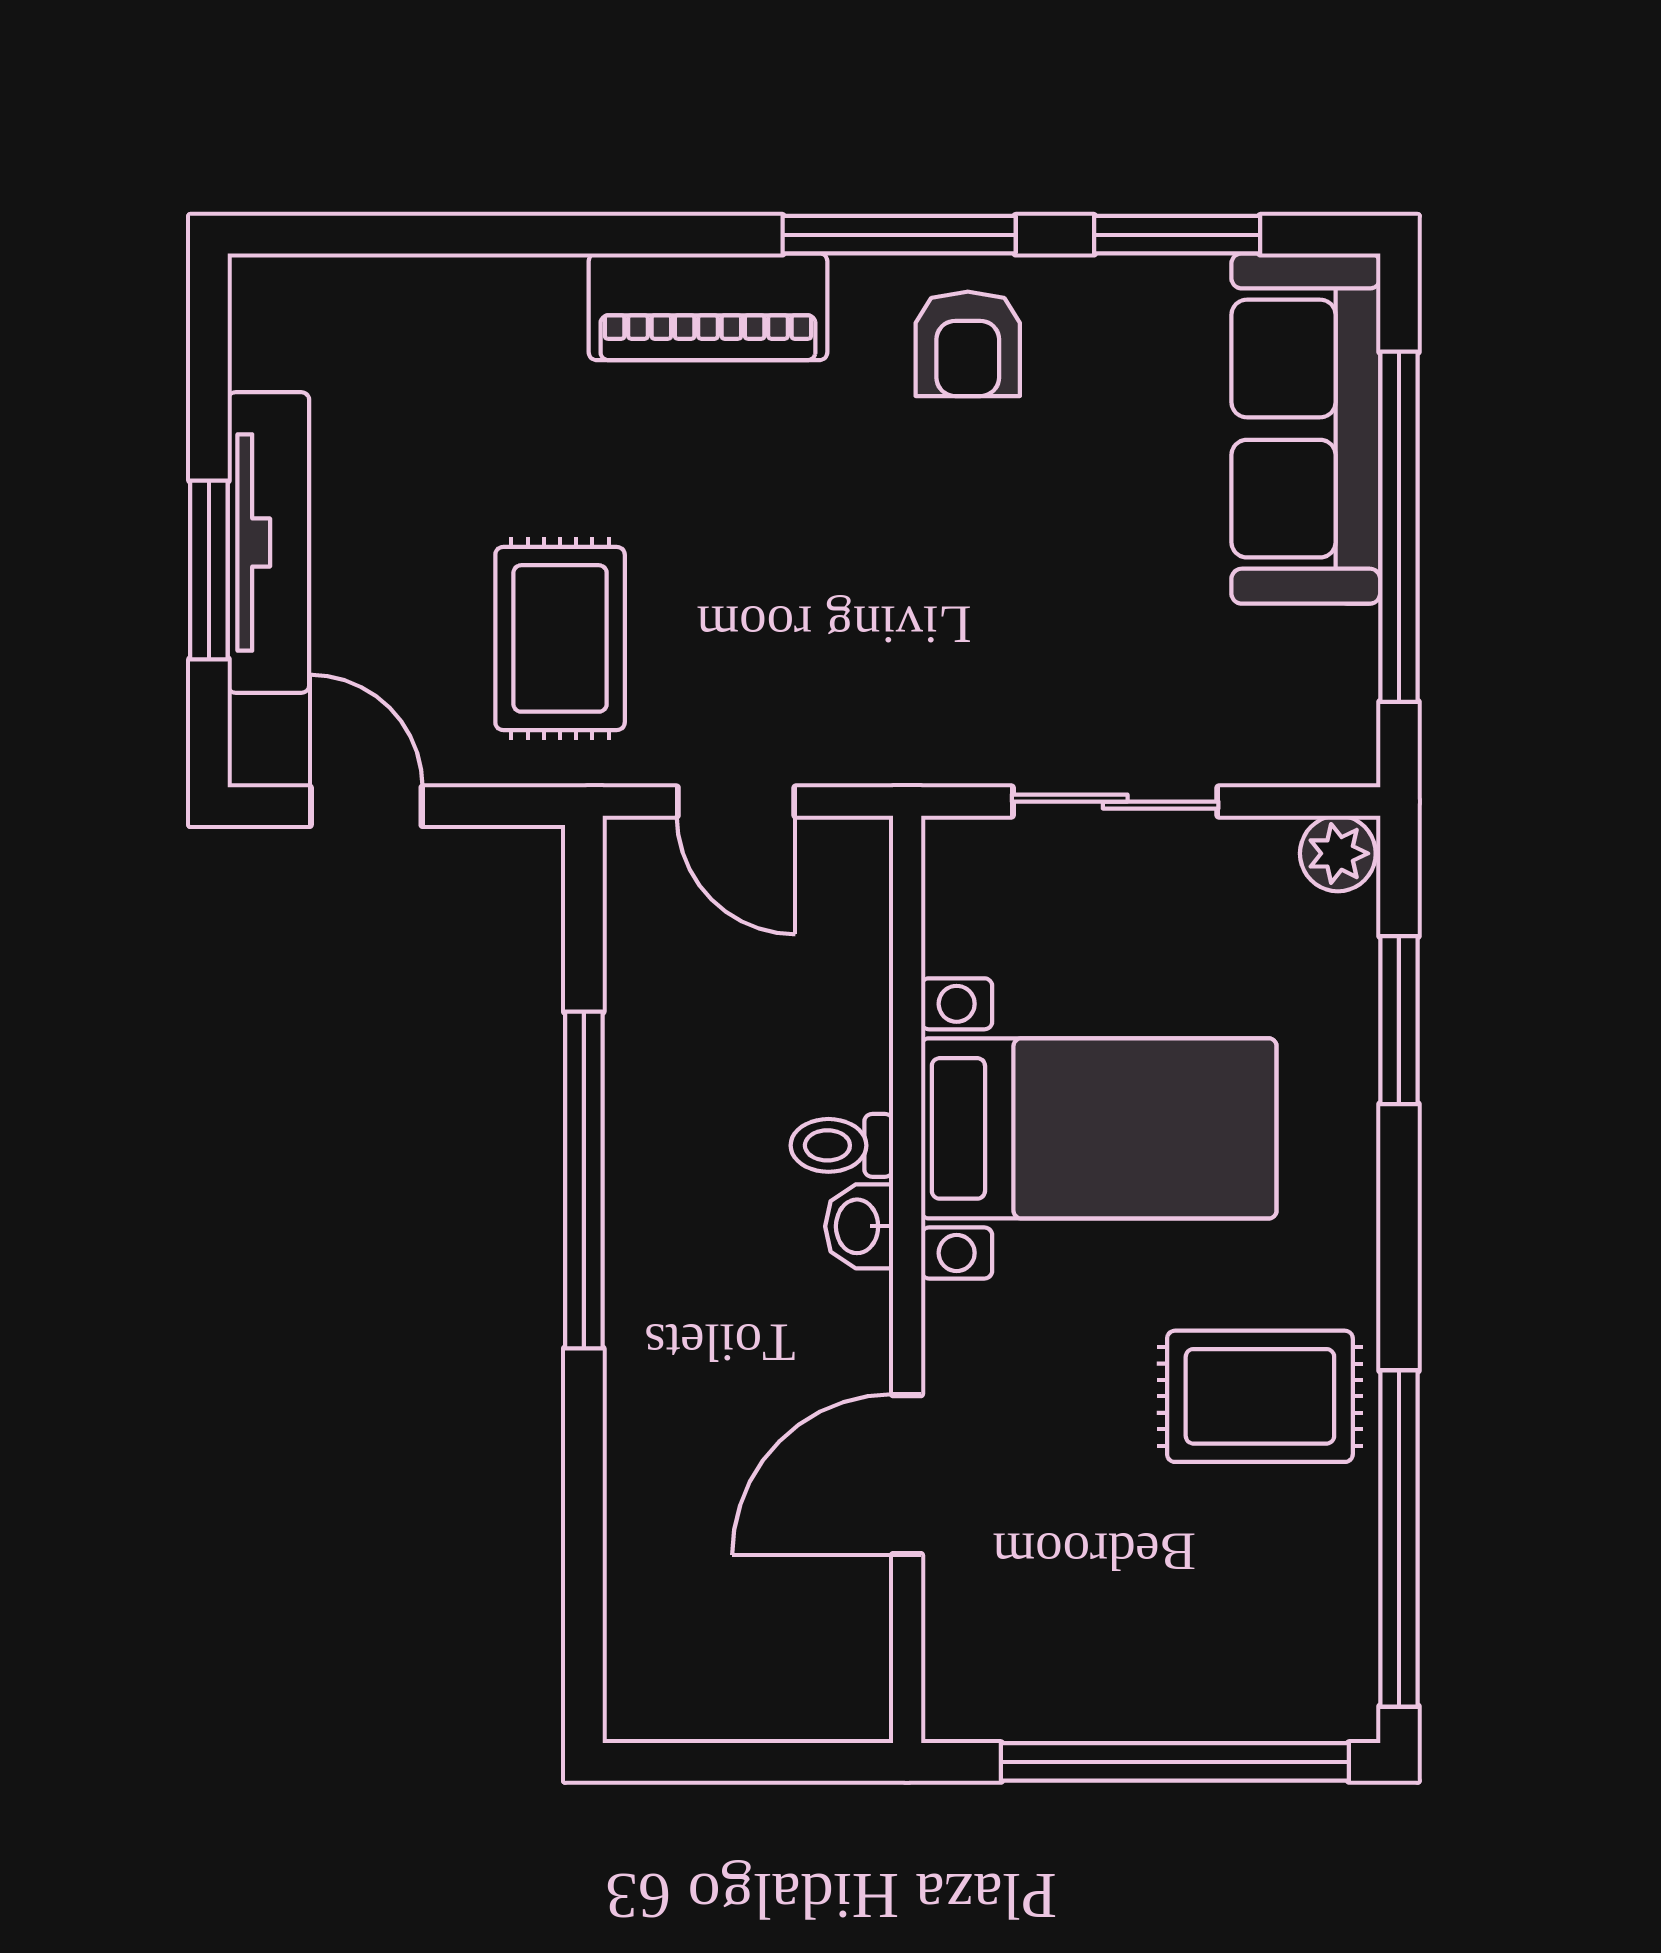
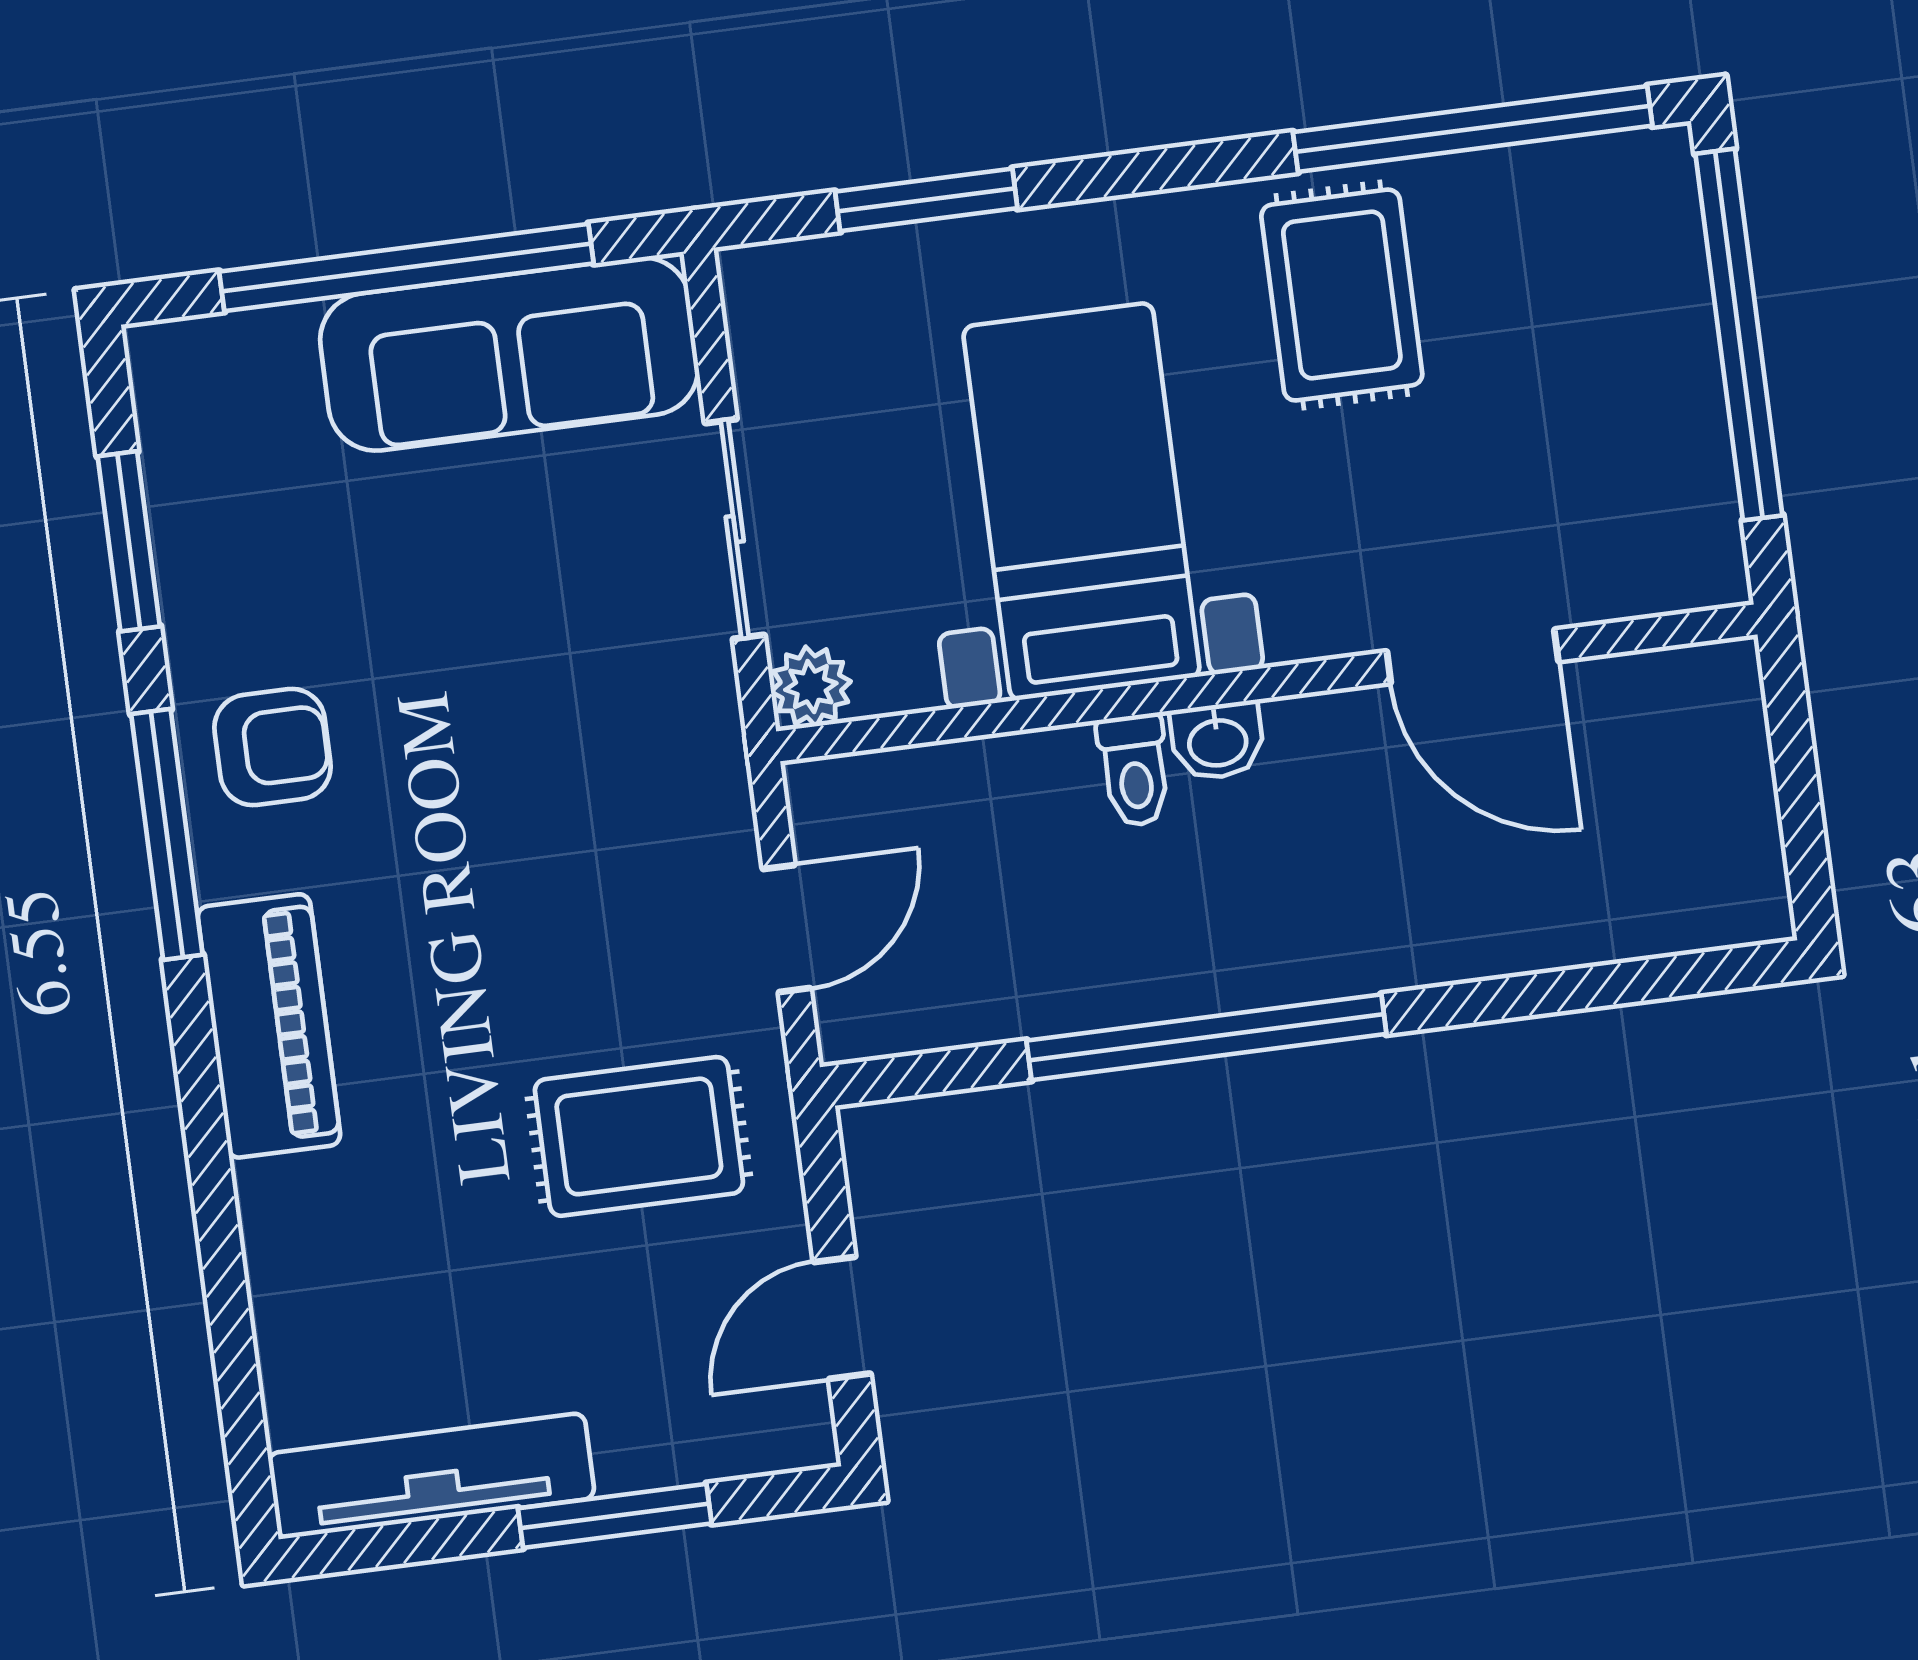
sofa: (1306, 429) -> (509, 354), moved
tv unit: (268, 543) -> (431, 1476), moved
plant: (1338, 853) -> (811, 687), moved

